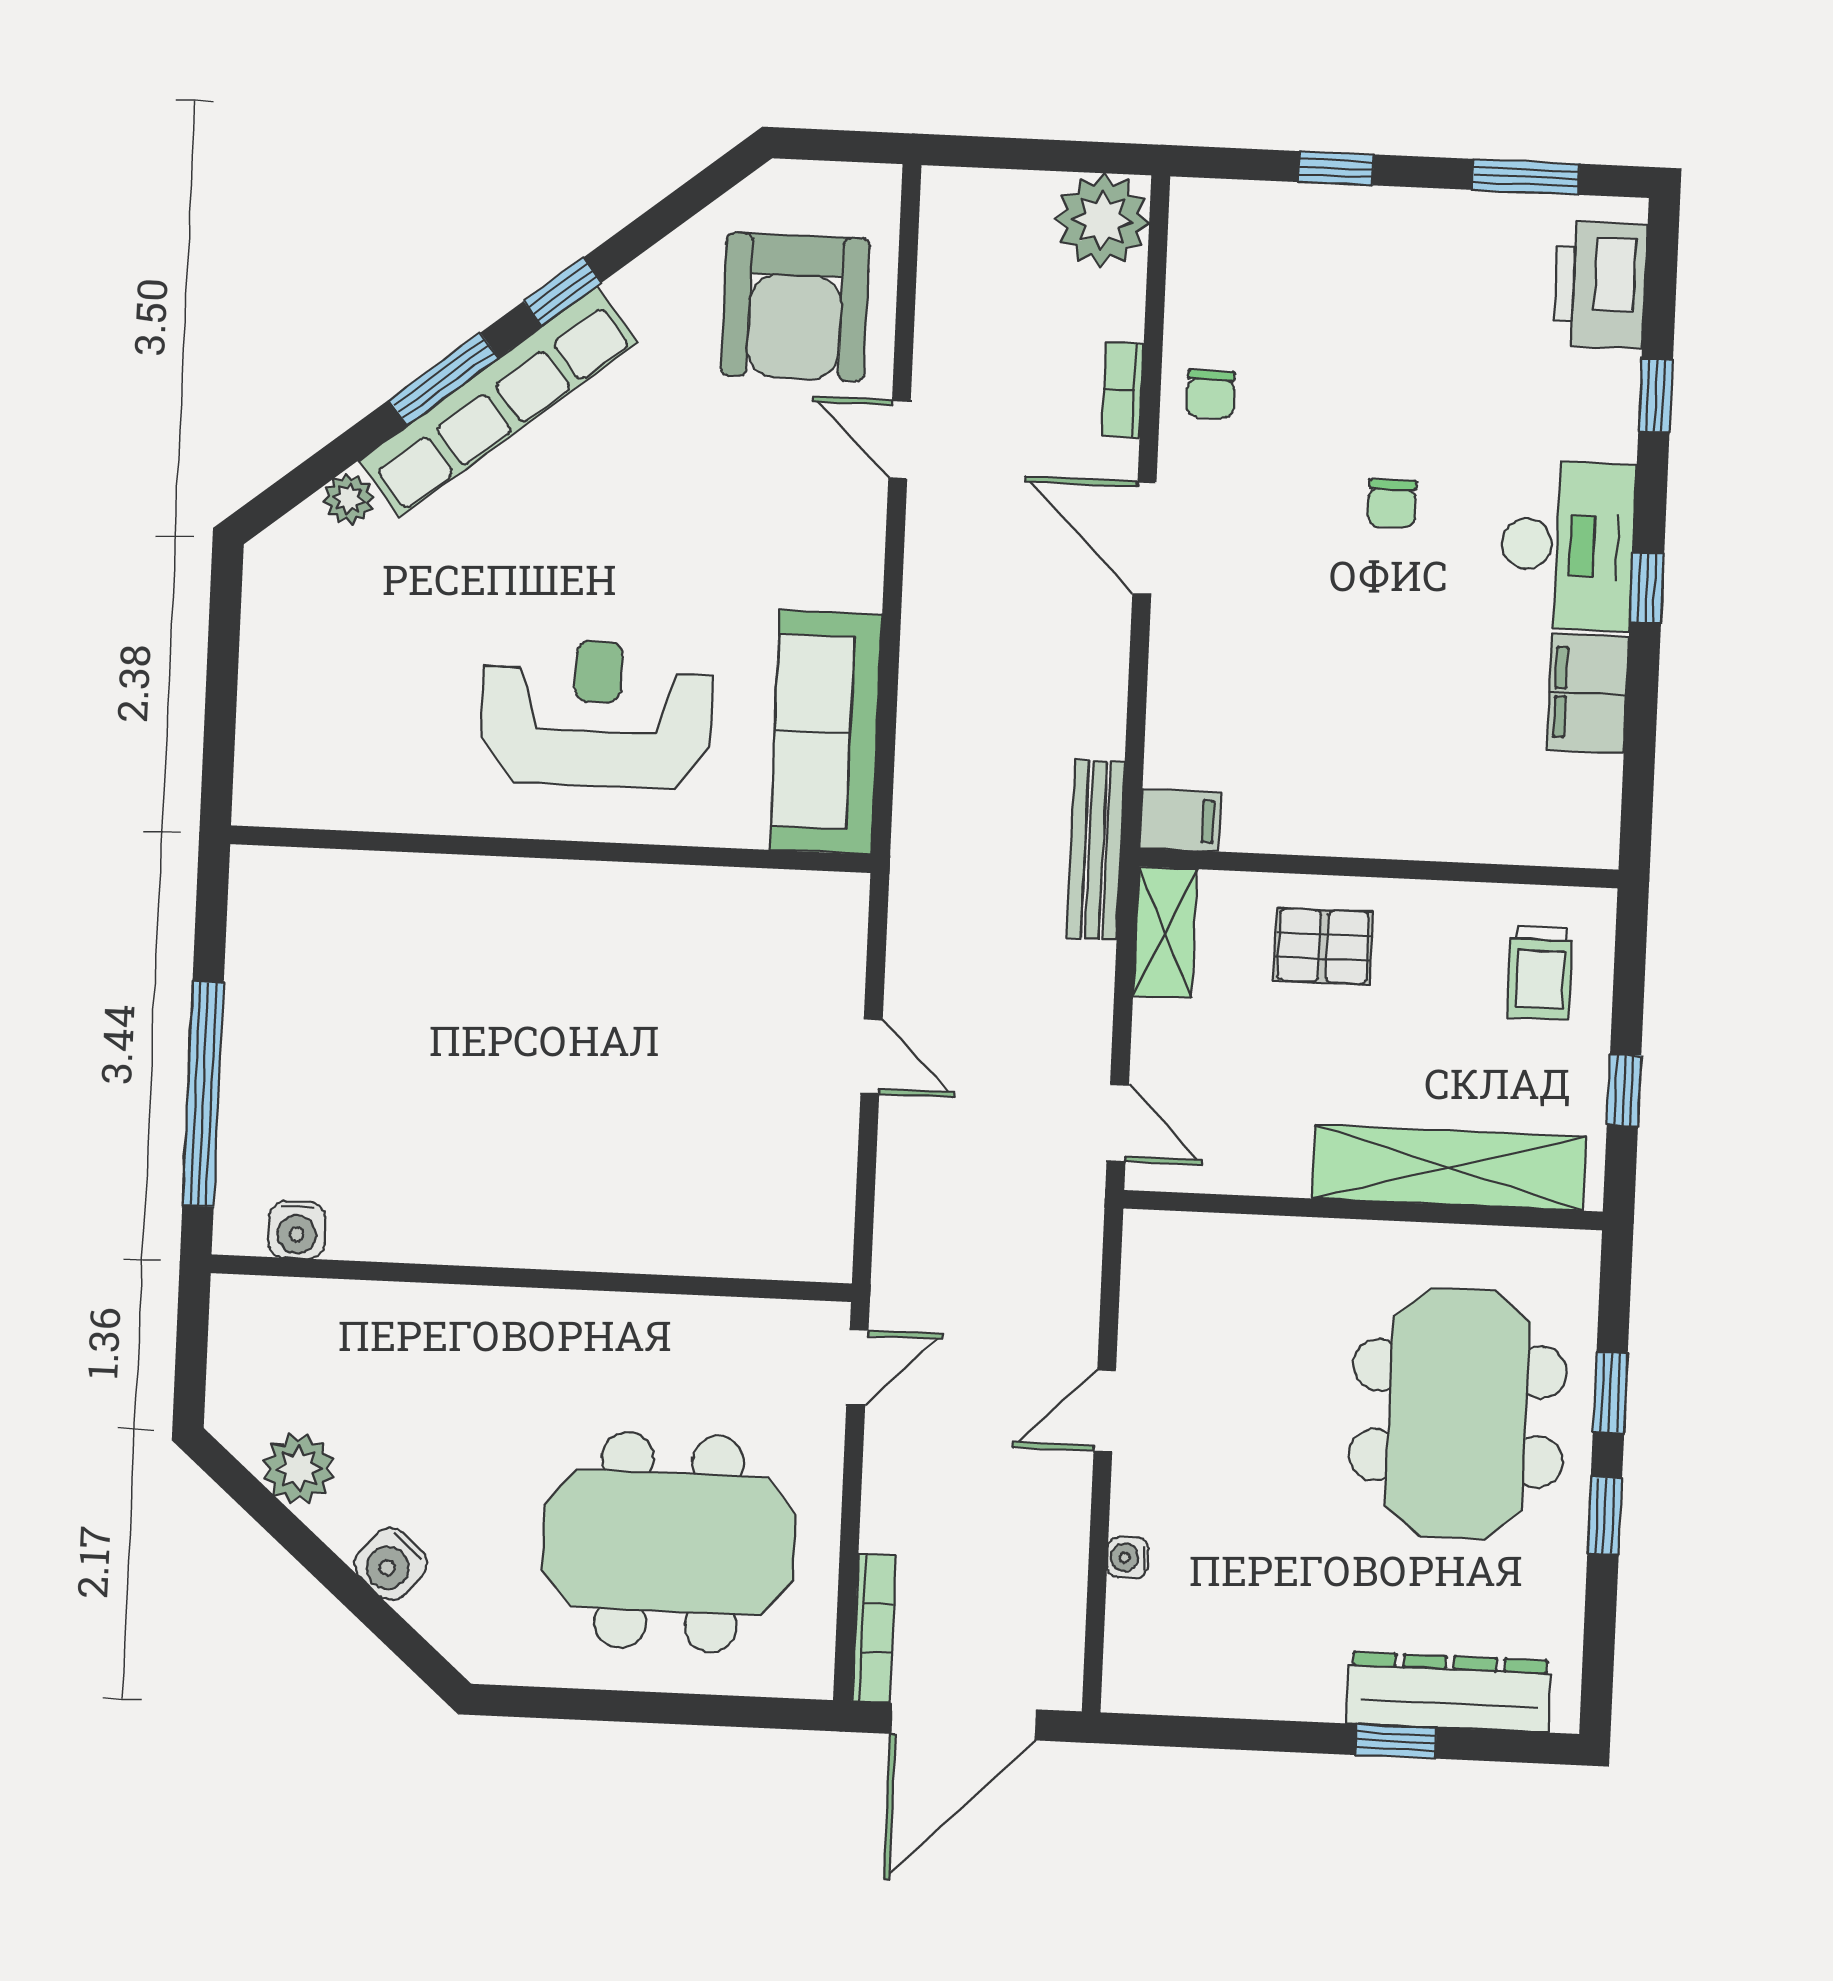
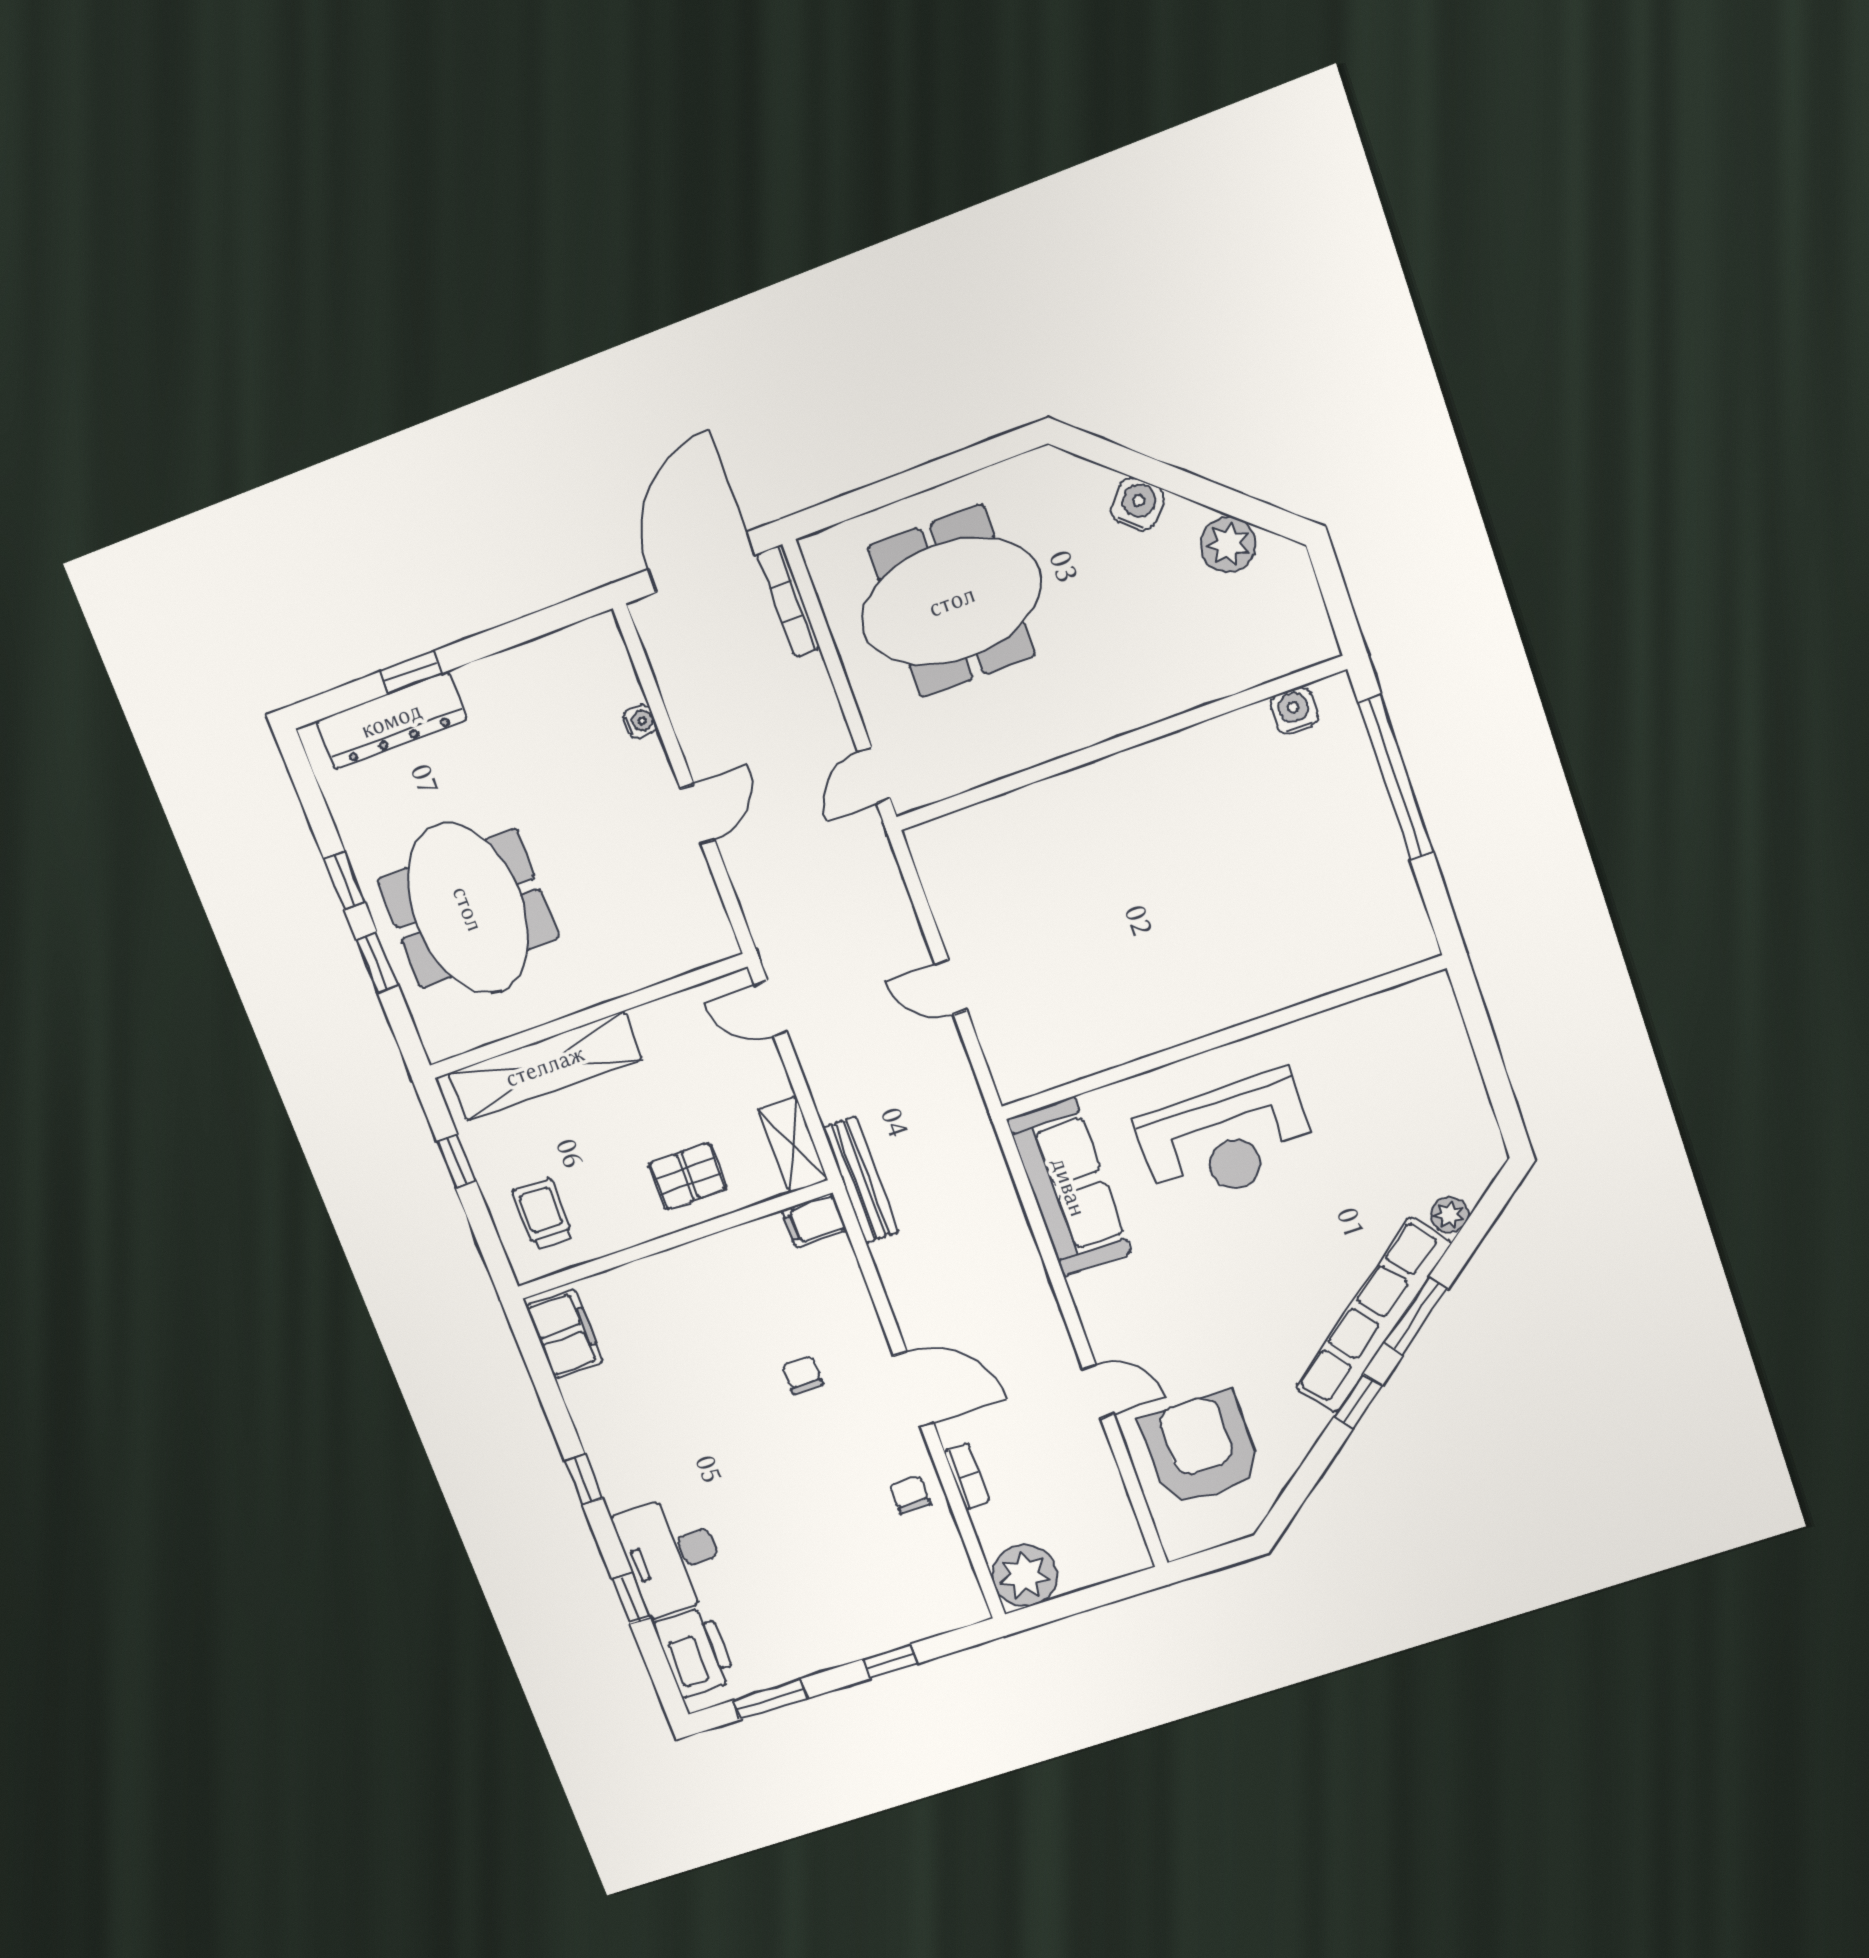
chair: (1392, 503) -> (802, 1375), moved
desk: (1567, 545) -> (672, 1555), moved
filing cabinet: (1588, 693) -> (565, 1334), moved

